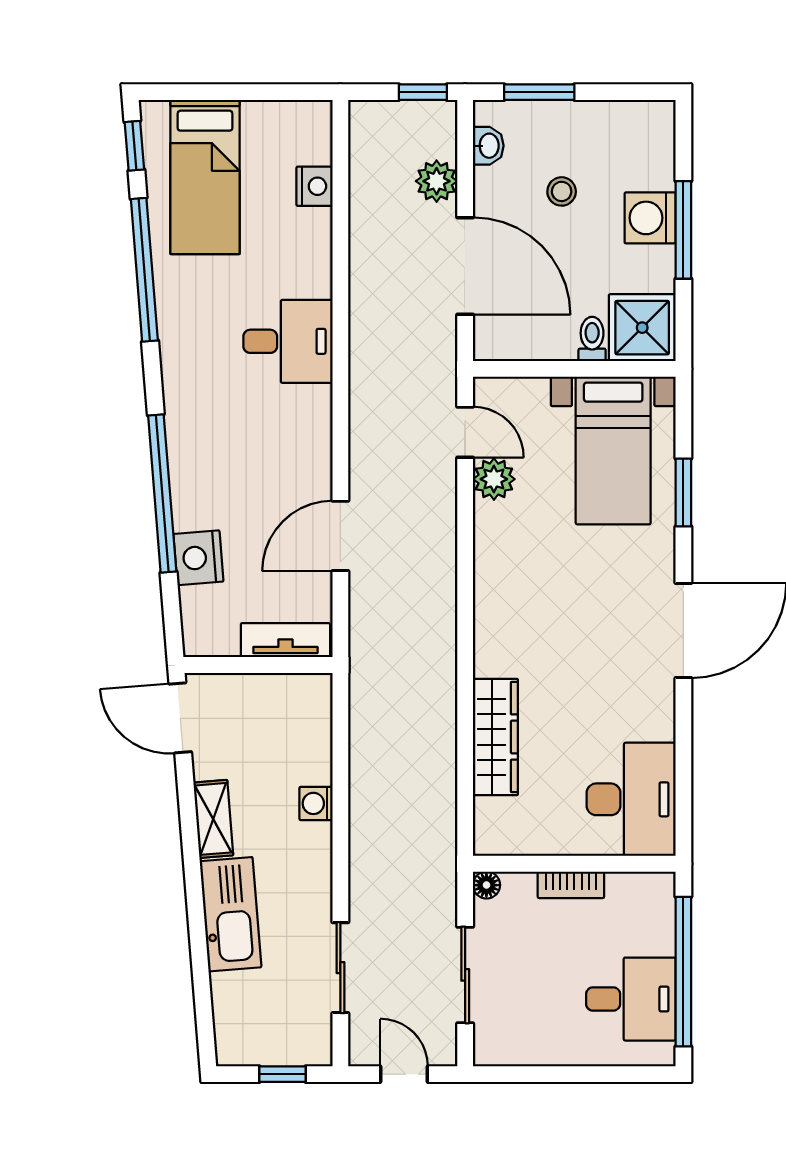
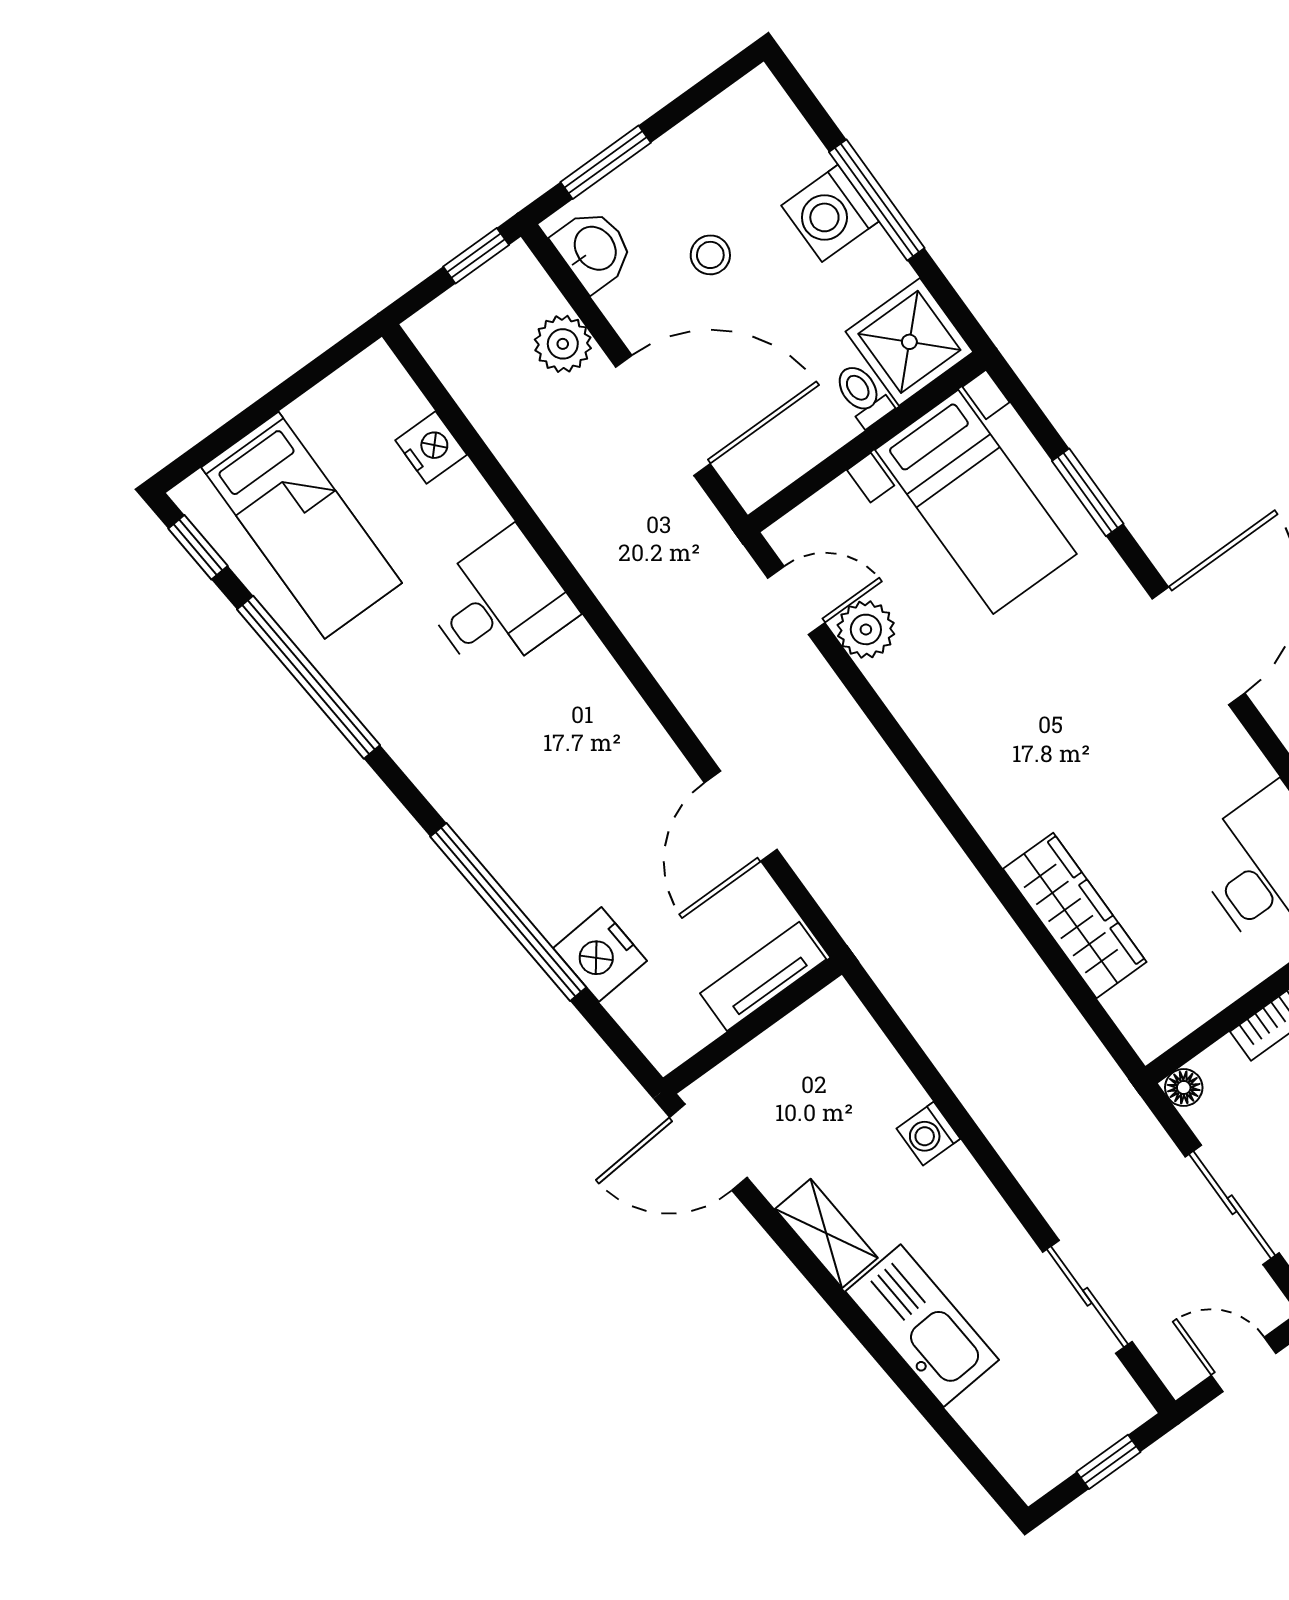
washbasin: (488, 146) -> (594, 249), width x1.38, depth x1.45
desk: (288, 341) -> (499, 604), moved

